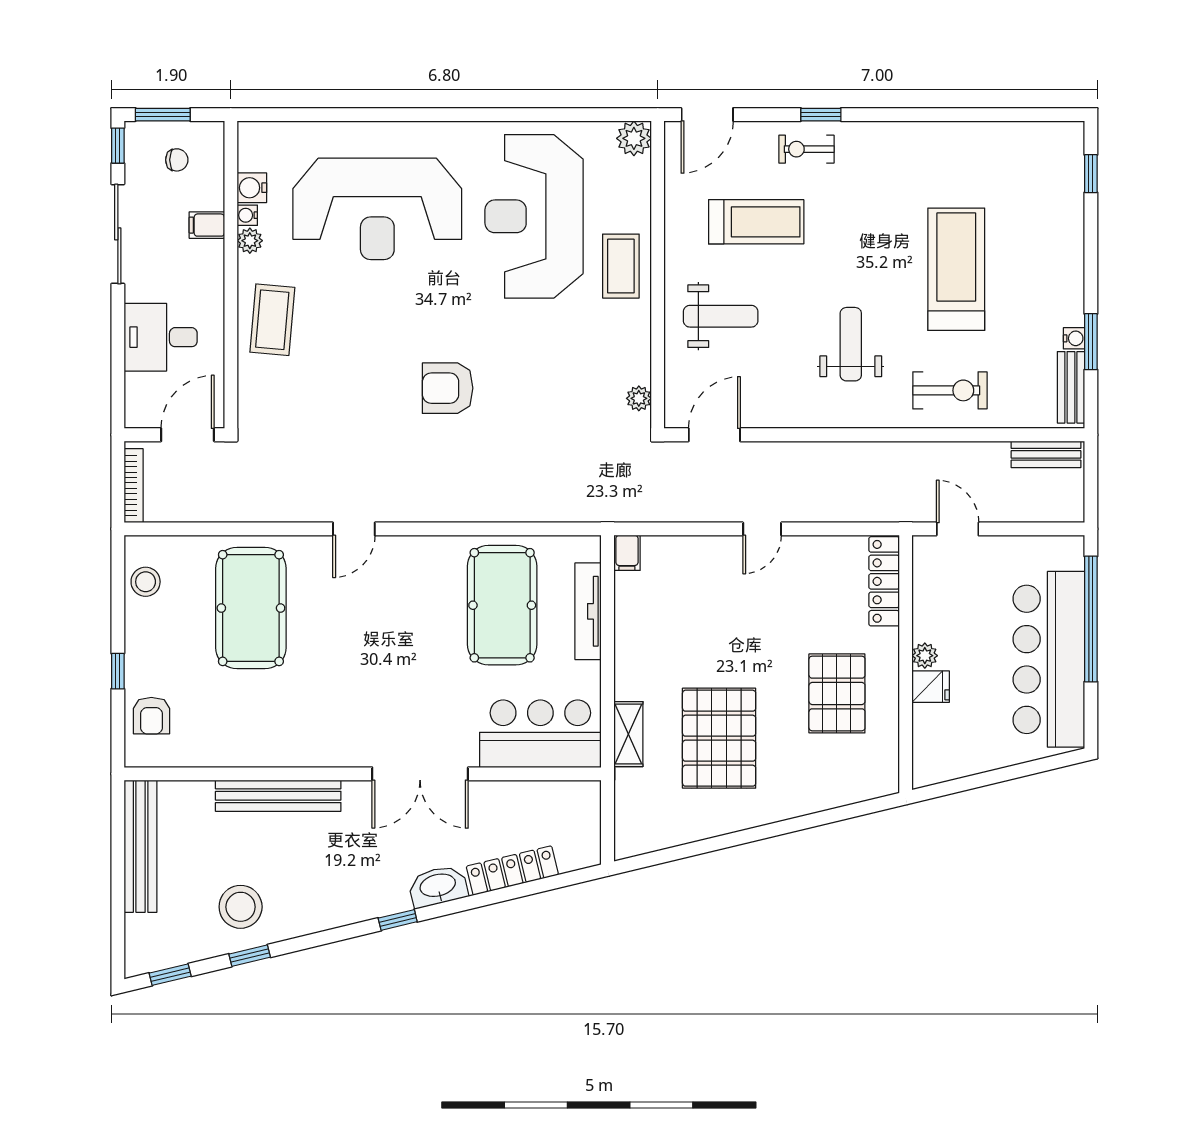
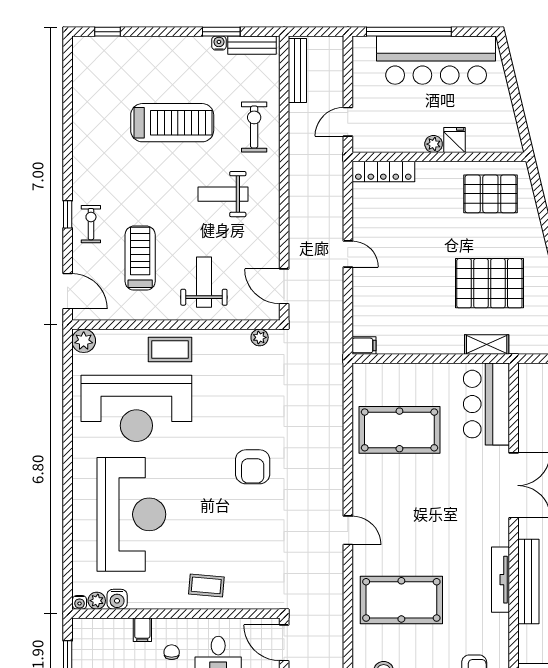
exercise bike: (806, 149) -> (91, 224), turned 180
chair: (177, 160) -> (172, 652), moved
water cooler: (247, 215) -> (80, 602), moved
plant: (250, 241) -> (97, 601), moved
treadmill: (956, 269) -> (172, 123), turned 180
coffee table: (272, 320) -> (206, 585), width x0.73, depth x0.77
bench: (1046, 454) -> (297, 71), width x1.36
tv unit: (588, 611) -> (500, 580), moved, turned 90
pallet: (837, 693) -> (490, 194), moved

